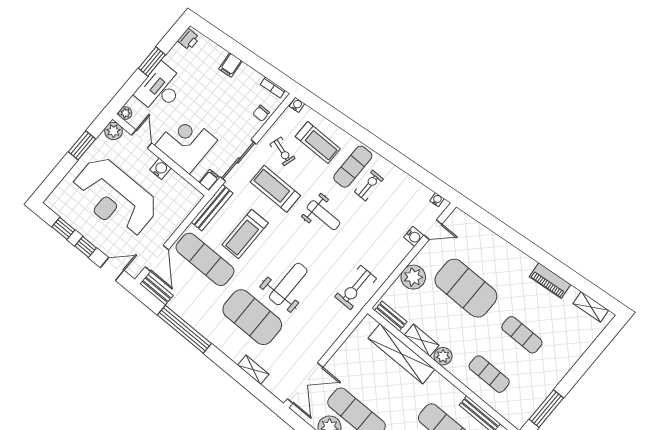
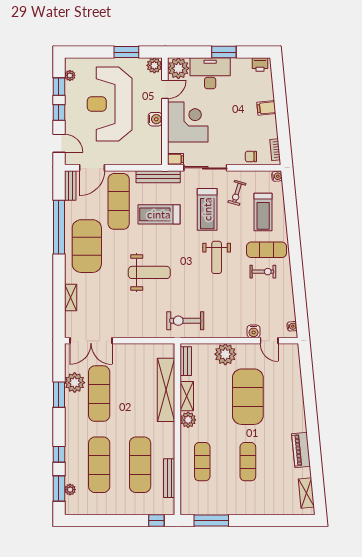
plant: (125, 113) -> (178, 68), width x1.88, depth x1.88
treadmill: (275, 189) -> (207, 209), turned 180
plant: (62, 211) -> (70, 75), added
exercise mat: (252, 317) -> (87, 246), moved

